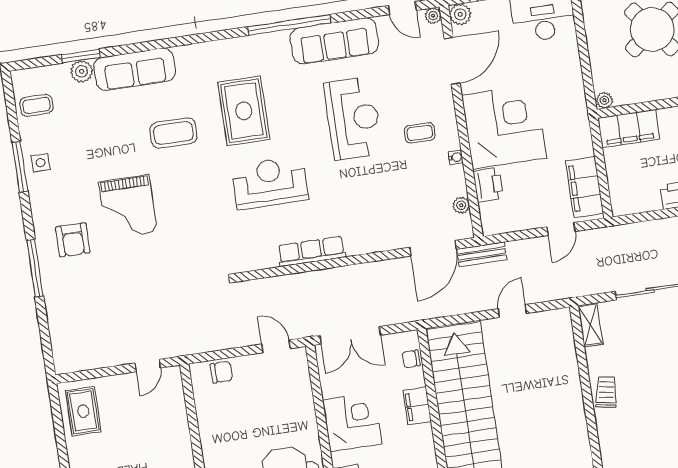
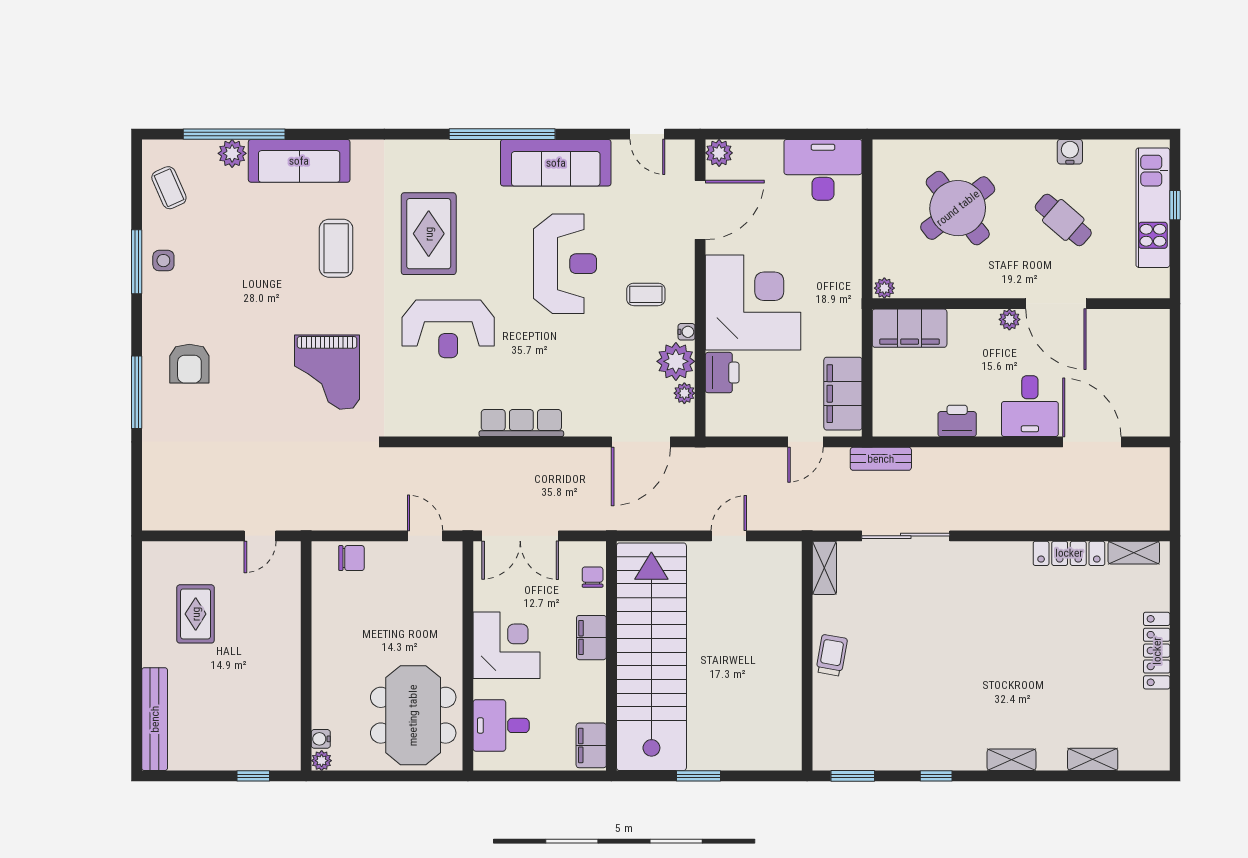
plant: (433, 16) -> (676, 361), moved, width x1.87, depth x1.87
window: (81, 56) -> (234, 134), width x2.11
coffee table: (36, 105) -> (169, 188), turned 66
coffee table: (173, 133) -> (336, 248), turned 90
reception desk: (270, 183) -> (448, 329), turned 180
grand piano: (128, 207) -> (327, 372), moved
row of seats: (311, 251) -> (521, 423), moved
bench: (482, 254) -> (881, 459), moved
chair: (411, 359) -> (593, 577), turned 90
rug: (83, 411) -> (196, 614), moved

